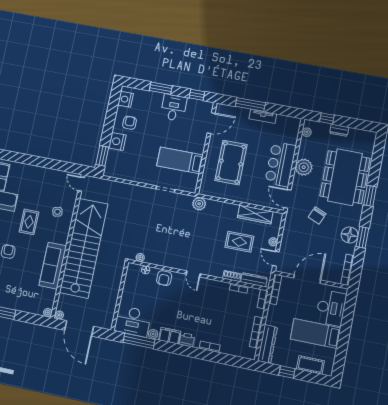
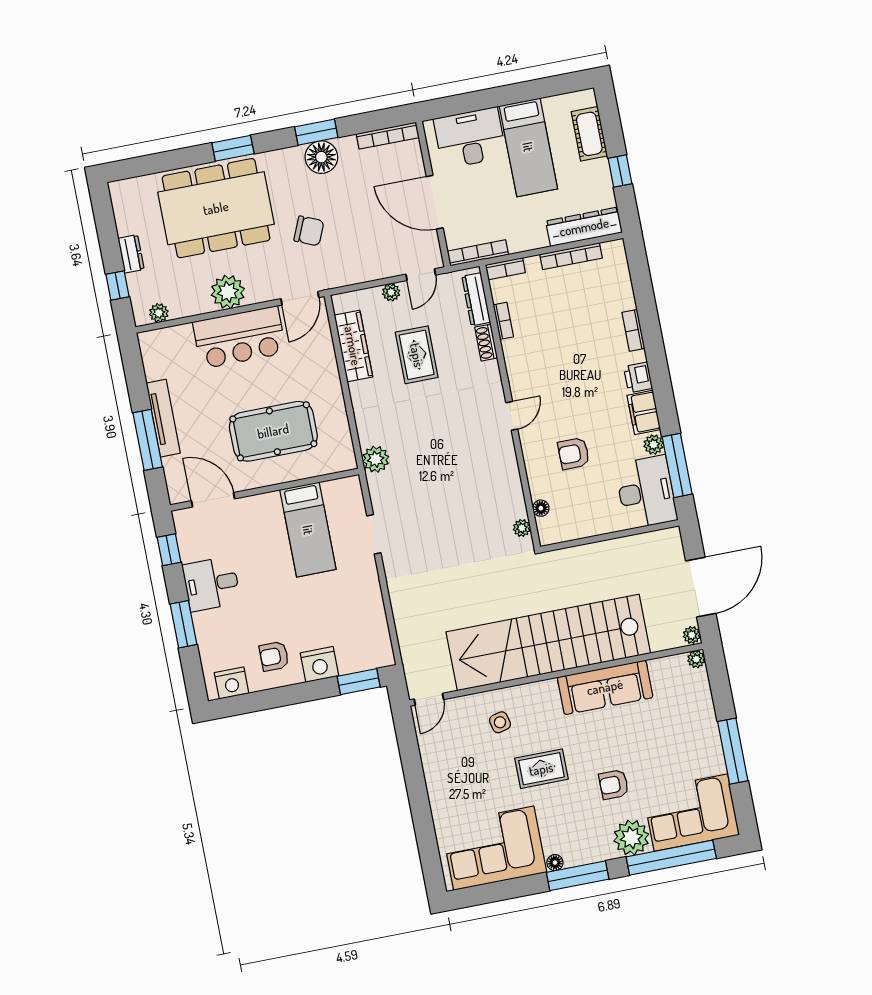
tv unit: (263, 116) -> (163, 418), width x1.41
armchair: (164, 278) -> (574, 454), moved, turned 180

